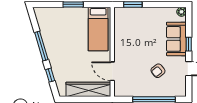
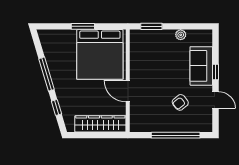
plant: (181, 12) -> (181, 35), moved
bed: (98, 29) -> (100, 54), width x2.04
door: (112, 71) -> (128, 91), moved

